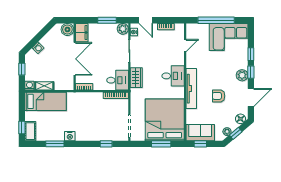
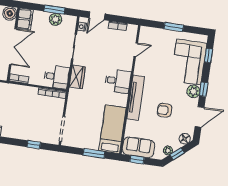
door: (146, 20) -> (97, 16), hinge flipped
window: (216, 20) -> (174, 27), width x0.47
plant: (123, 29) -> (56, 19), moved
corner sofa: (229, 37) -> (189, 62), moved, turned 90
window: (251, 54) -> (208, 56), moved
bed: (165, 120) -> (112, 129), width x0.49

